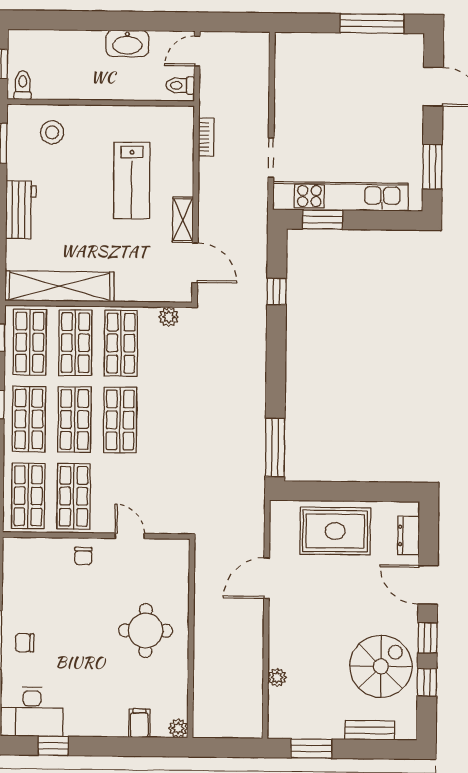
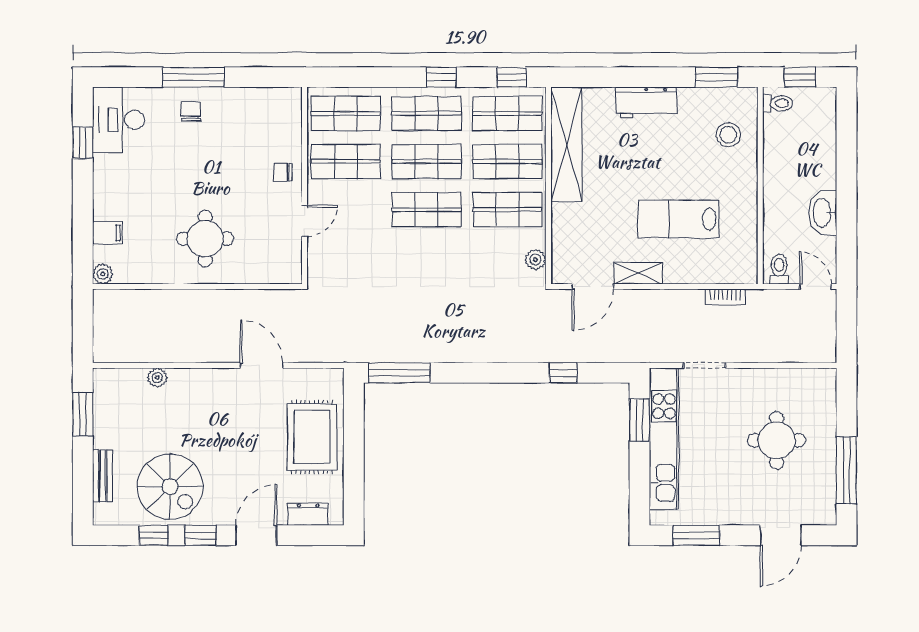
round table: (343, 90) -> (777, 440), added

